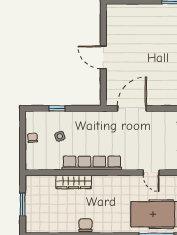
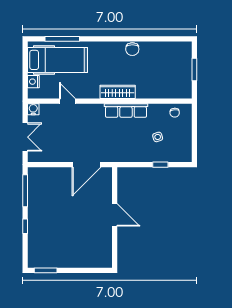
chair: (33, 138) -> (175, 113), moved
row of seats: (92, 163) -> (126, 111), width x0.73
wardrobe: (74, 182) -> (118, 92), moved

